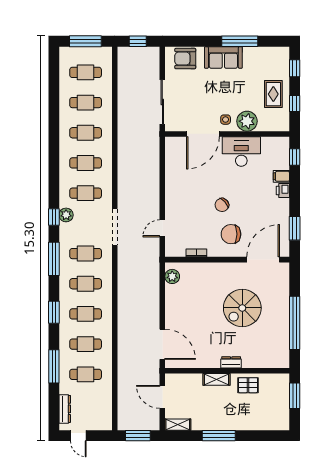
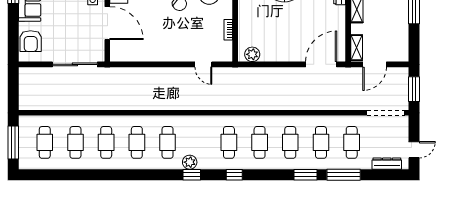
window: (138, 41) -> (13, 89), removed
doorway: (115, 227) -> (386, 113), moved
window: (54, 259) -> (234, 175), width x0.46
window: (54, 312) -> (305, 175), moved
shelving: (178, 425) -> (357, 48), moved

